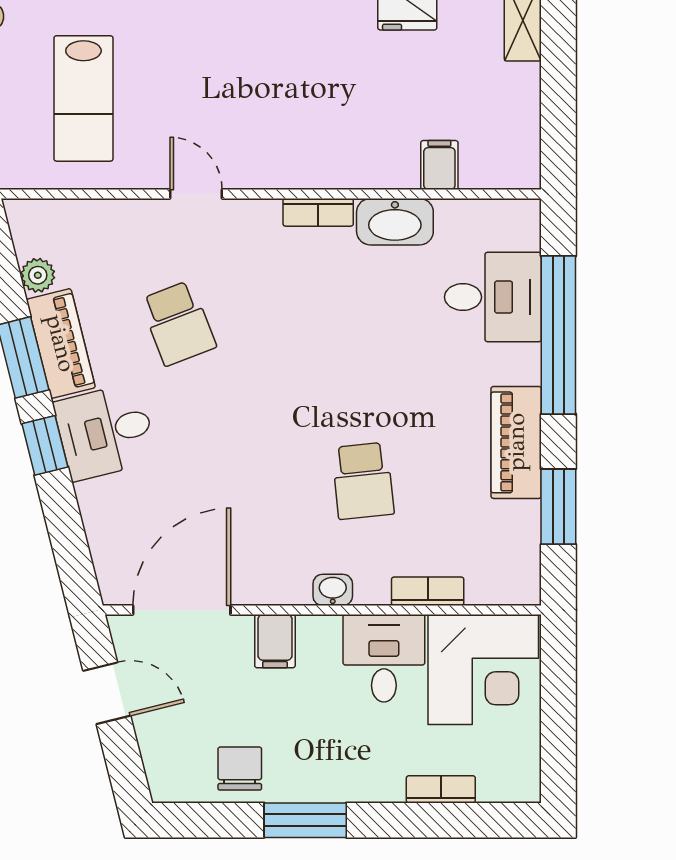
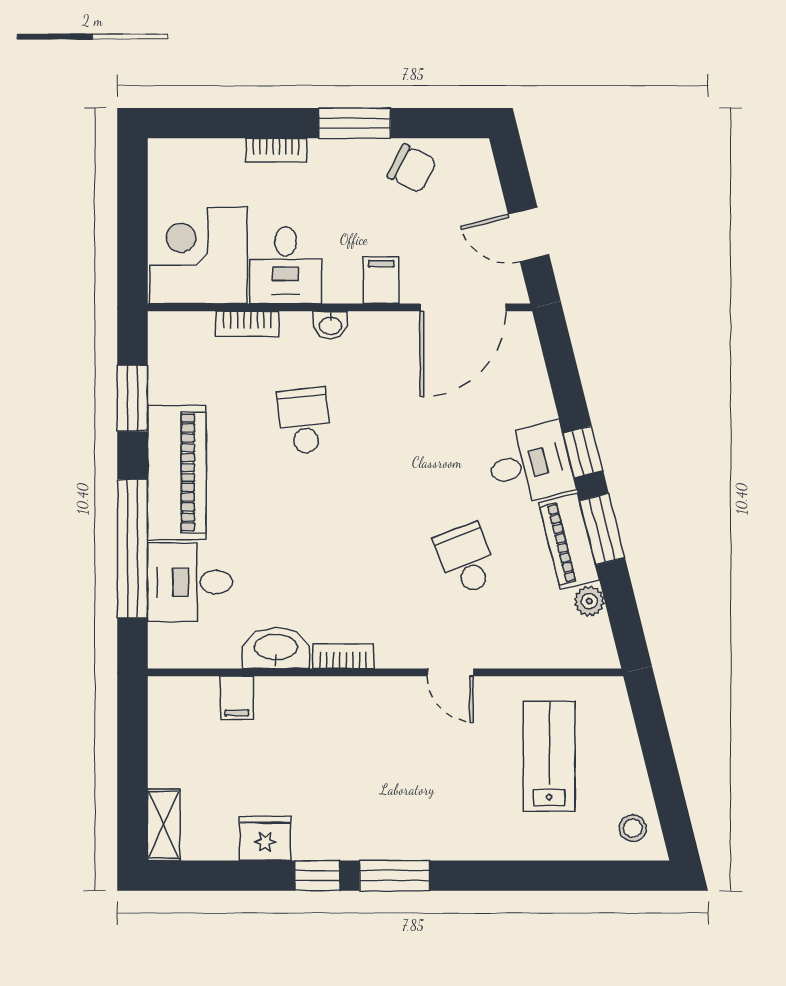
piano: (516, 442) -> (177, 472), width x1.37, depth x1.33
chair: (240, 769) -> (412, 168), turned -63
bookcase: (441, 789) -> (276, 150), moved

